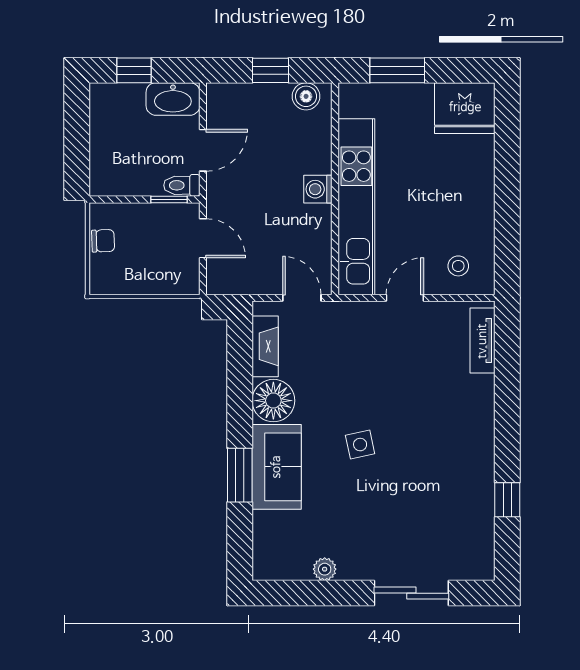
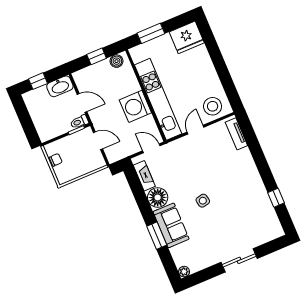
door: (203, 150) -> (82, 103), hinge flipped
washing machine: (318, 189) -> (135, 106), width x1.89, depth x1.89
stool: (458, 266) -> (213, 106), width x1.89, depth x1.89
plant: (325, 569) -> (184, 272), moved
sliding door: (411, 593) -> (239, 260), moved

